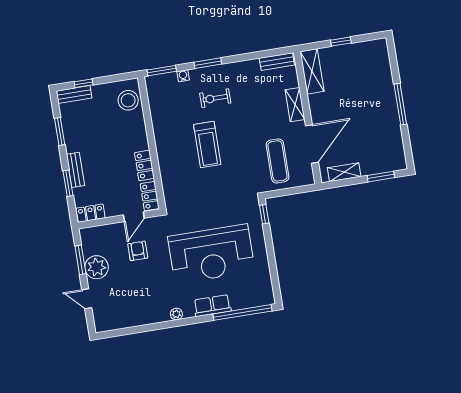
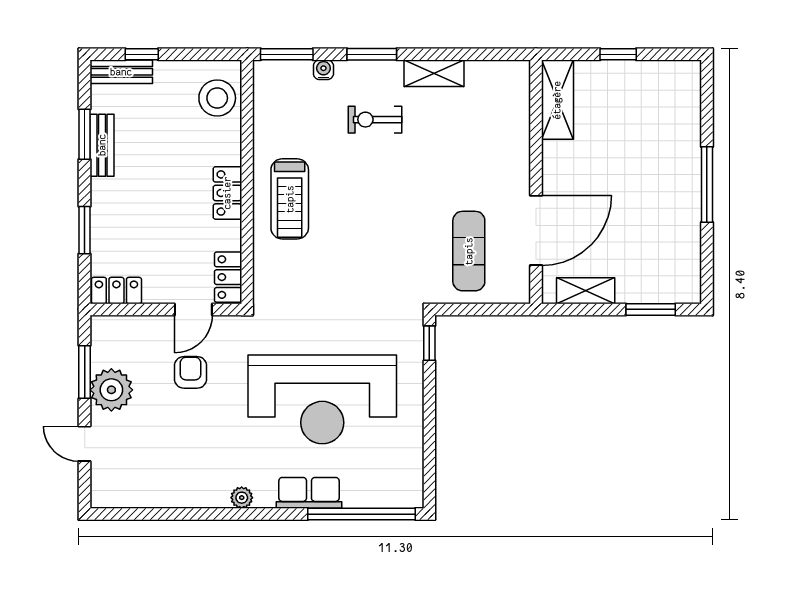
bench: (277, 62) -> (497, 72), removed
shelving: (295, 105) -> (434, 73), moved, turned 90
treadmill: (207, 144) -> (290, 199), moved
locker: (144, 165) -> (227, 193), moved
bench: (76, 170) -> (102, 145), moved

